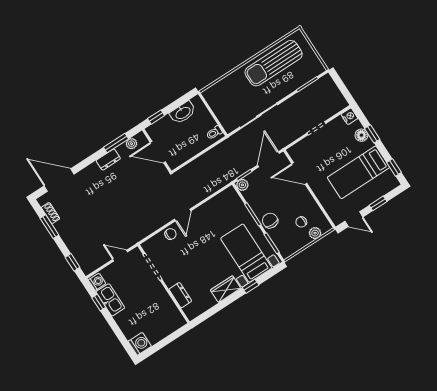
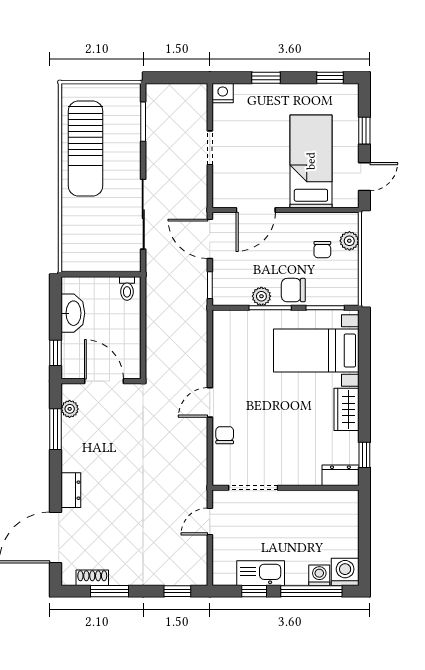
floor lamp: (361, 135) -> (258, 93), removed
door: (158, 152) -> (104, 381), swing flipped
dresser: (108, 160) -> (71, 490), moved
bed: (358, 172) -> (311, 161), moved, turned 180
plant: (242, 185) -> (261, 296), moved
door: (183, 215) -> (210, 402), swing flipped
washing machine: (97, 282) -> (319, 575), moved
window: (251, 286) -> (364, 455), moved
dresser: (180, 295) -> (340, 475), moved
window: (118, 333) -> (311, 591), added

